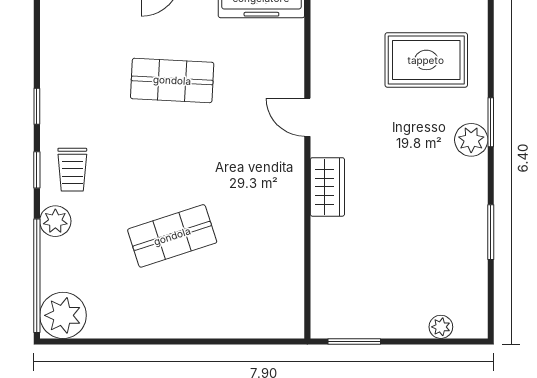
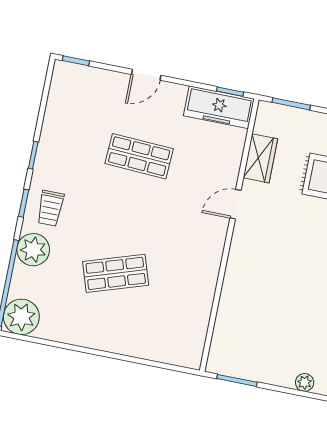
door: (307, 117) -> (236, 204), hinge flipped
wardrobe: (327, 187) -> (260, 158), moved
plant: (55, 221) -> (33, 250), width x1.36, depth x1.36

